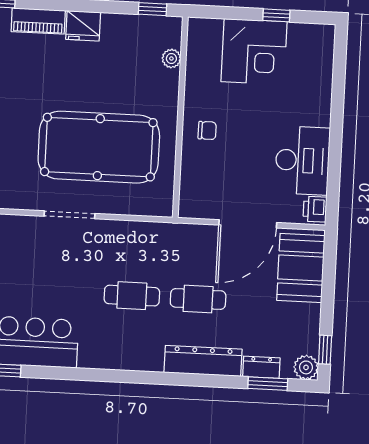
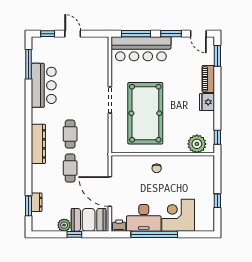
corner desk: (254, 52) -> (178, 215), moved, turned 90
plant: (171, 58) -> (197, 144), width x1.87, depth x1.87
window: (336, 142) -> (154, 234), added
window: (325, 350) -> (74, 234), moved
dresser: (203, 361) -> (38, 144), moved
plant: (306, 367) -> (64, 225), moved

